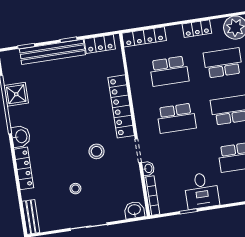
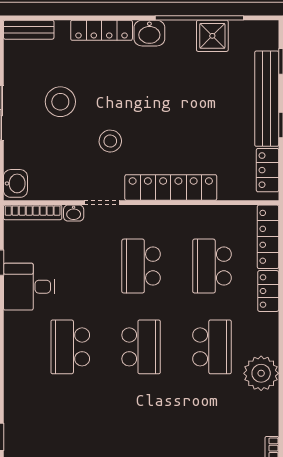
locker: (197, 29) -> (268, 291), moved
stool: (75, 189) -> (60, 102), width x1.89, depth x1.89

